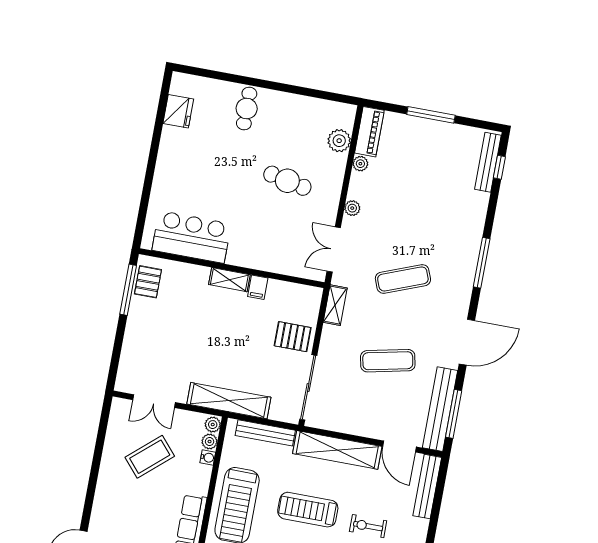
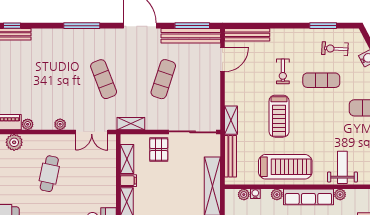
shelving: (288, 291) -> (127, 159), added
exercise mat: (388, 361) -> (163, 79), turned 30
plant: (213, 425) -> (277, 195), moved
shelving: (337, 450) -> (231, 120), width x0.45, depth x0.75

